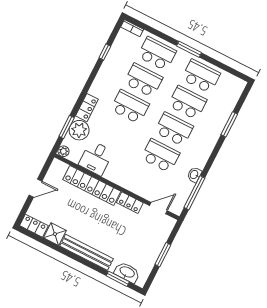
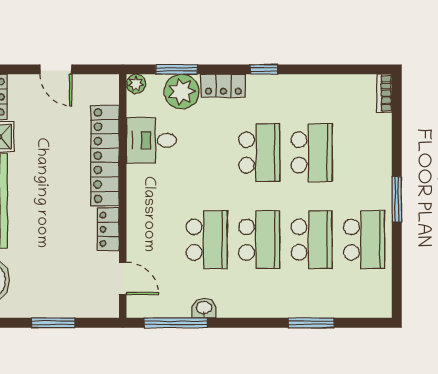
window: (105, 52) -> (264, 69), moved
school desk: (157, 54) -> (364, 152), removed

